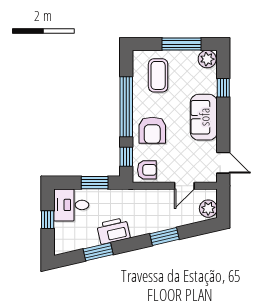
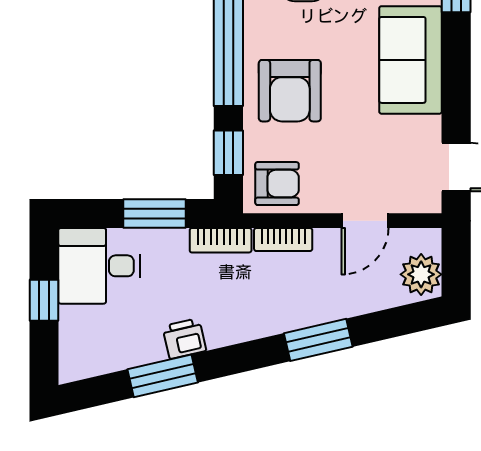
bookcase: (123, 194) -> (221, 240), added
bookcase: (150, 194) -> (283, 240), added
printer: (113, 231) -> (184, 339), width x0.53, depth x0.68

